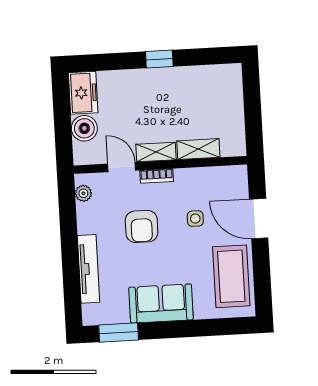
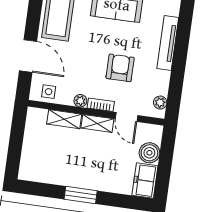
window: (159, 59) -> (81, 195), width x1.50
plant: (183, 176) -> (80, 101), added
side table: (195, 219) -> (49, 92), moved

